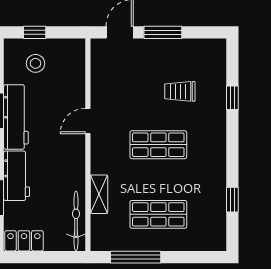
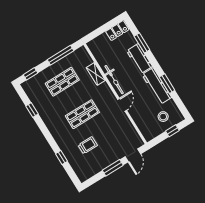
bicycle: (76, 221) -> (114, 80), moved
window: (200, 257) -> (31, 74), added

